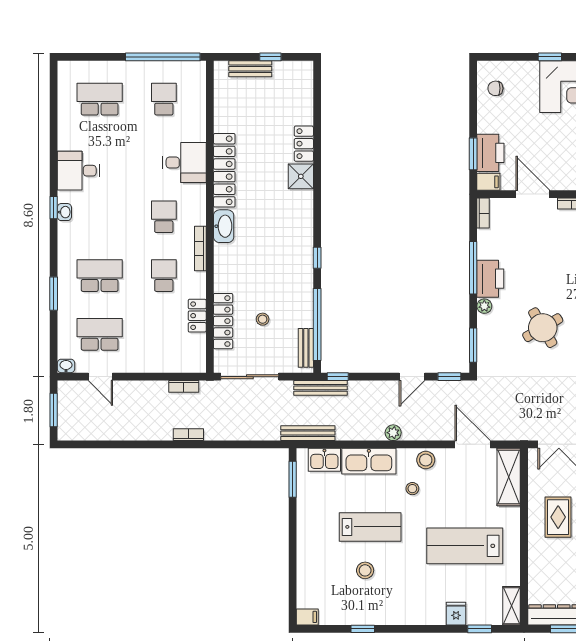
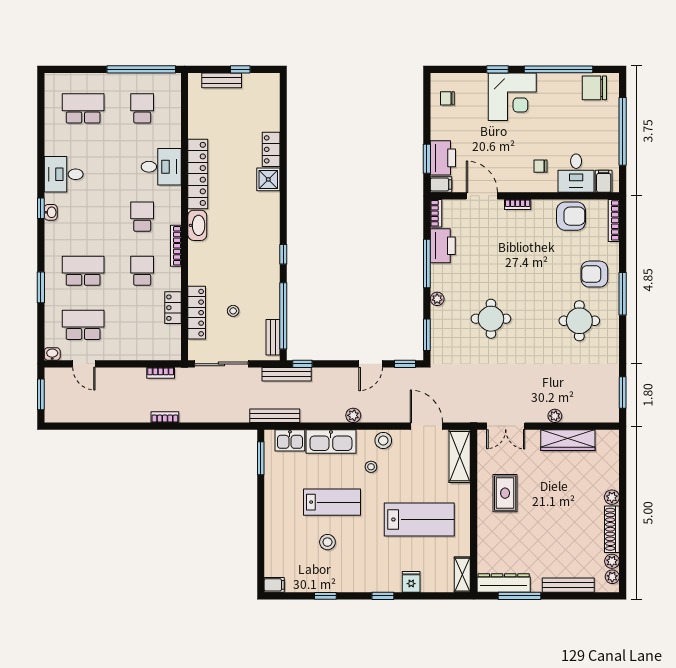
printer: (490, 279) -> (443, 246), moved
round table: (543, 328) -> (491, 319), turned 30
lab bench: (465, 546) -> (419, 519), turned 180
window: (480, 629) -> (383, 596), moved

